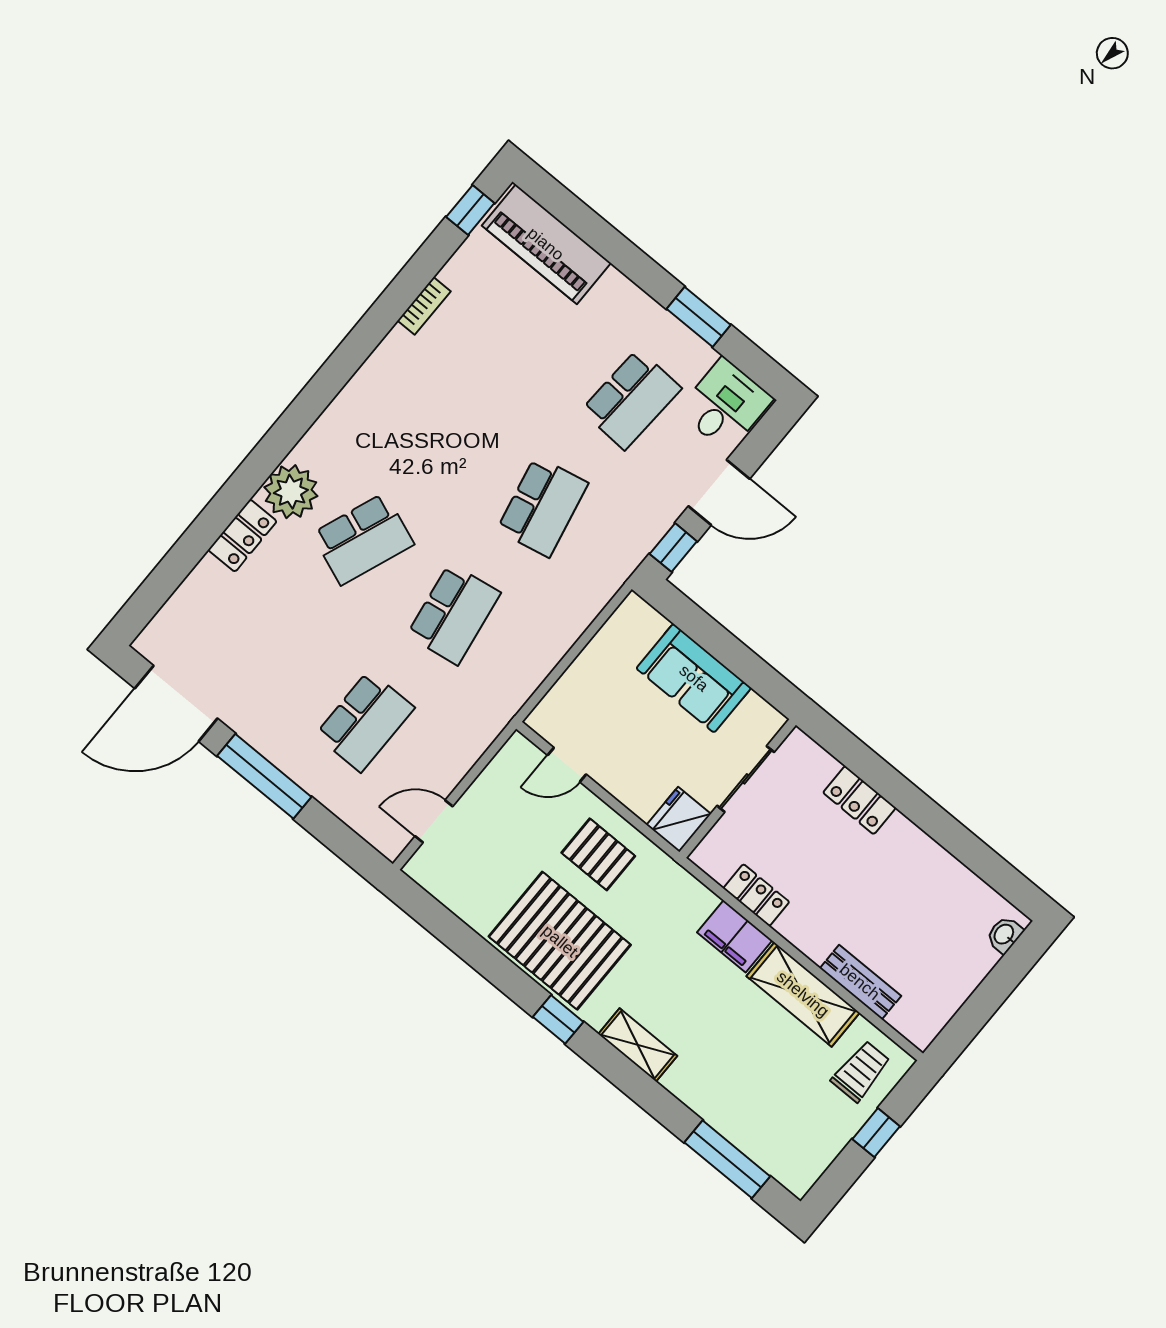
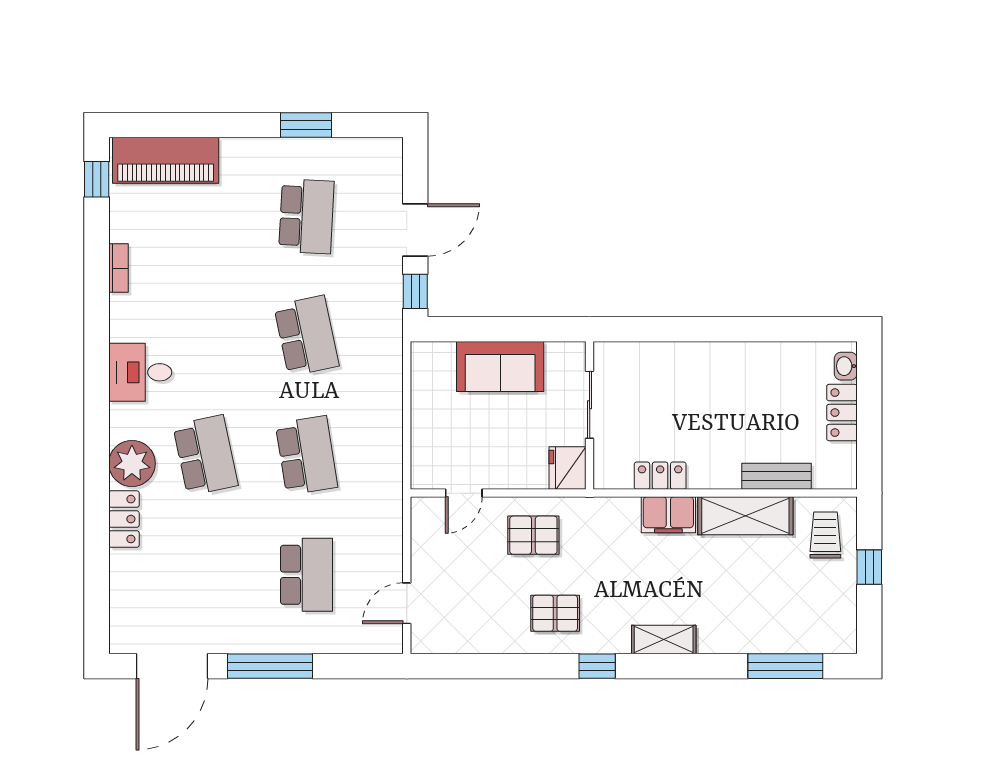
desk: (725, 405) -> (140, 372), moved, turned -90
school desk: (363, 539) -> (205, 455), turned -33
locker: (859, 800) -> (842, 413), moved, turned 90
pallet: (560, 941) -> (555, 613), width x0.49, depth x0.50

